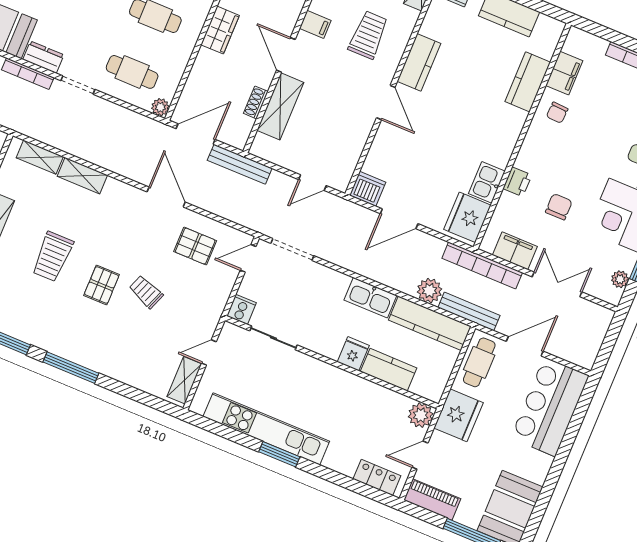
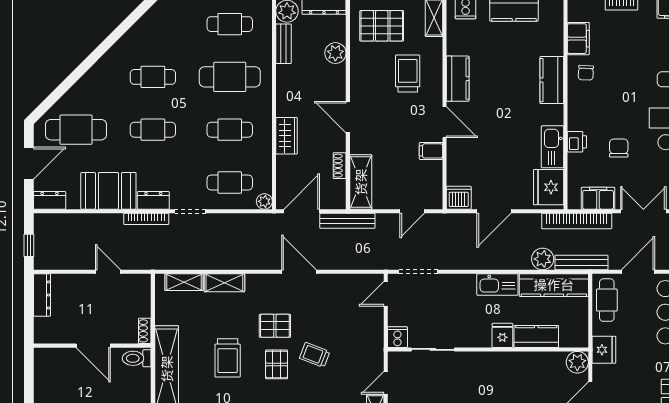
filing cabinet: (315, 24) -> (431, 151), moved, turned 180
wardrobe: (220, 30) -> (287, 136), moved
kitchen counter: (528, 82) -> (552, 80), moved
shelving: (280, 106) -> (361, 182), moved
kitchen sink: (487, 182) -> (553, 147), width x1.38
pallet: (195, 246) -> (275, 326), moved
fridge: (458, 415) -> (604, 350), width x0.73, depth x0.75

